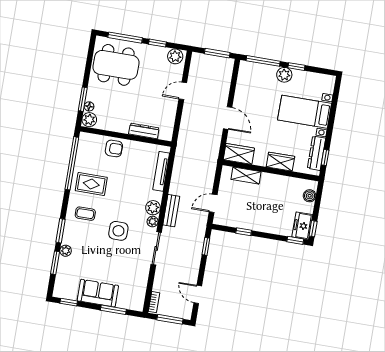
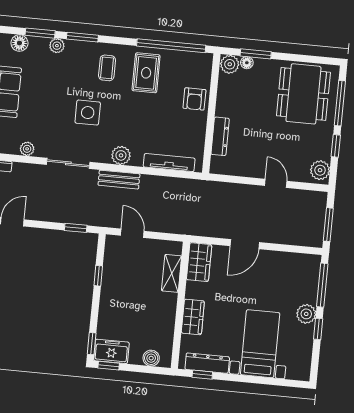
plant: (153, 222) -> (27, 149), moved
floor lamp: (61, 279) -> (19, 43), added

